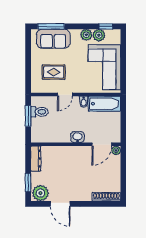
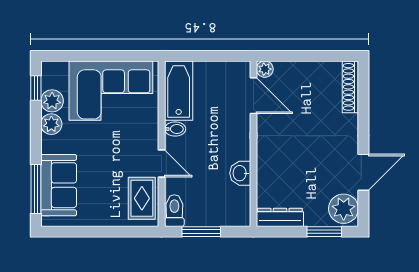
rug: (54, 72) -> (142, 198), moved
toilet: (39, 112) -> (174, 211), moved
washbasin: (77, 137) -> (240, 173), moved

